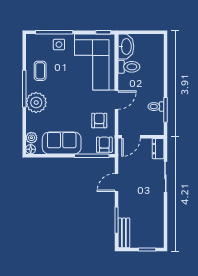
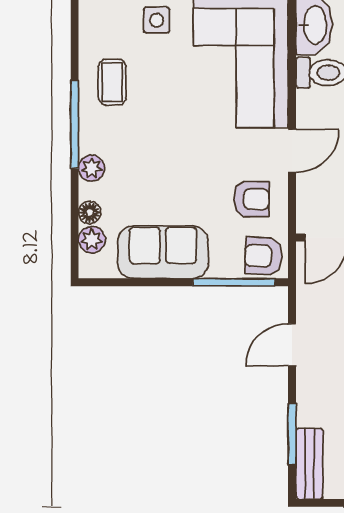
plant: (36, 102) -> (92, 168), width x0.53, depth x0.53
armchair: (99, 120) -> (251, 199), turned 90
armchair: (104, 145) -> (263, 256), turned -87
floor lamp: (31, 149) -> (90, 212), moved

